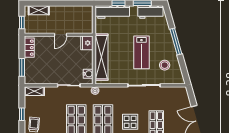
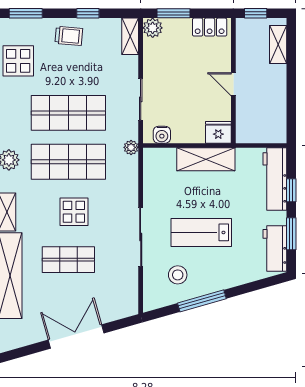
window: (176, 41) -> (202, 301), moved
shelving: (102, 57) -> (206, 159), width x0.68
plant: (30, 79) -> (153, 28), added

